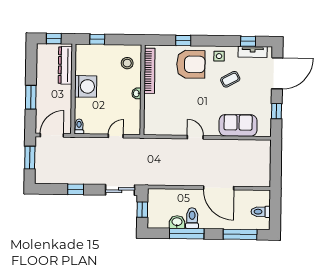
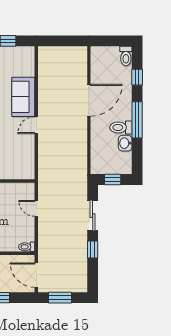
sofa: (238, 125) -> (23, 97), moved
sliding door: (120, 190) -> (93, 216), moved
toilet: (261, 212) -> (126, 56), moved
window: (187, 234) -> (137, 120), moved
window: (240, 234) -> (137, 77), width x0.46

